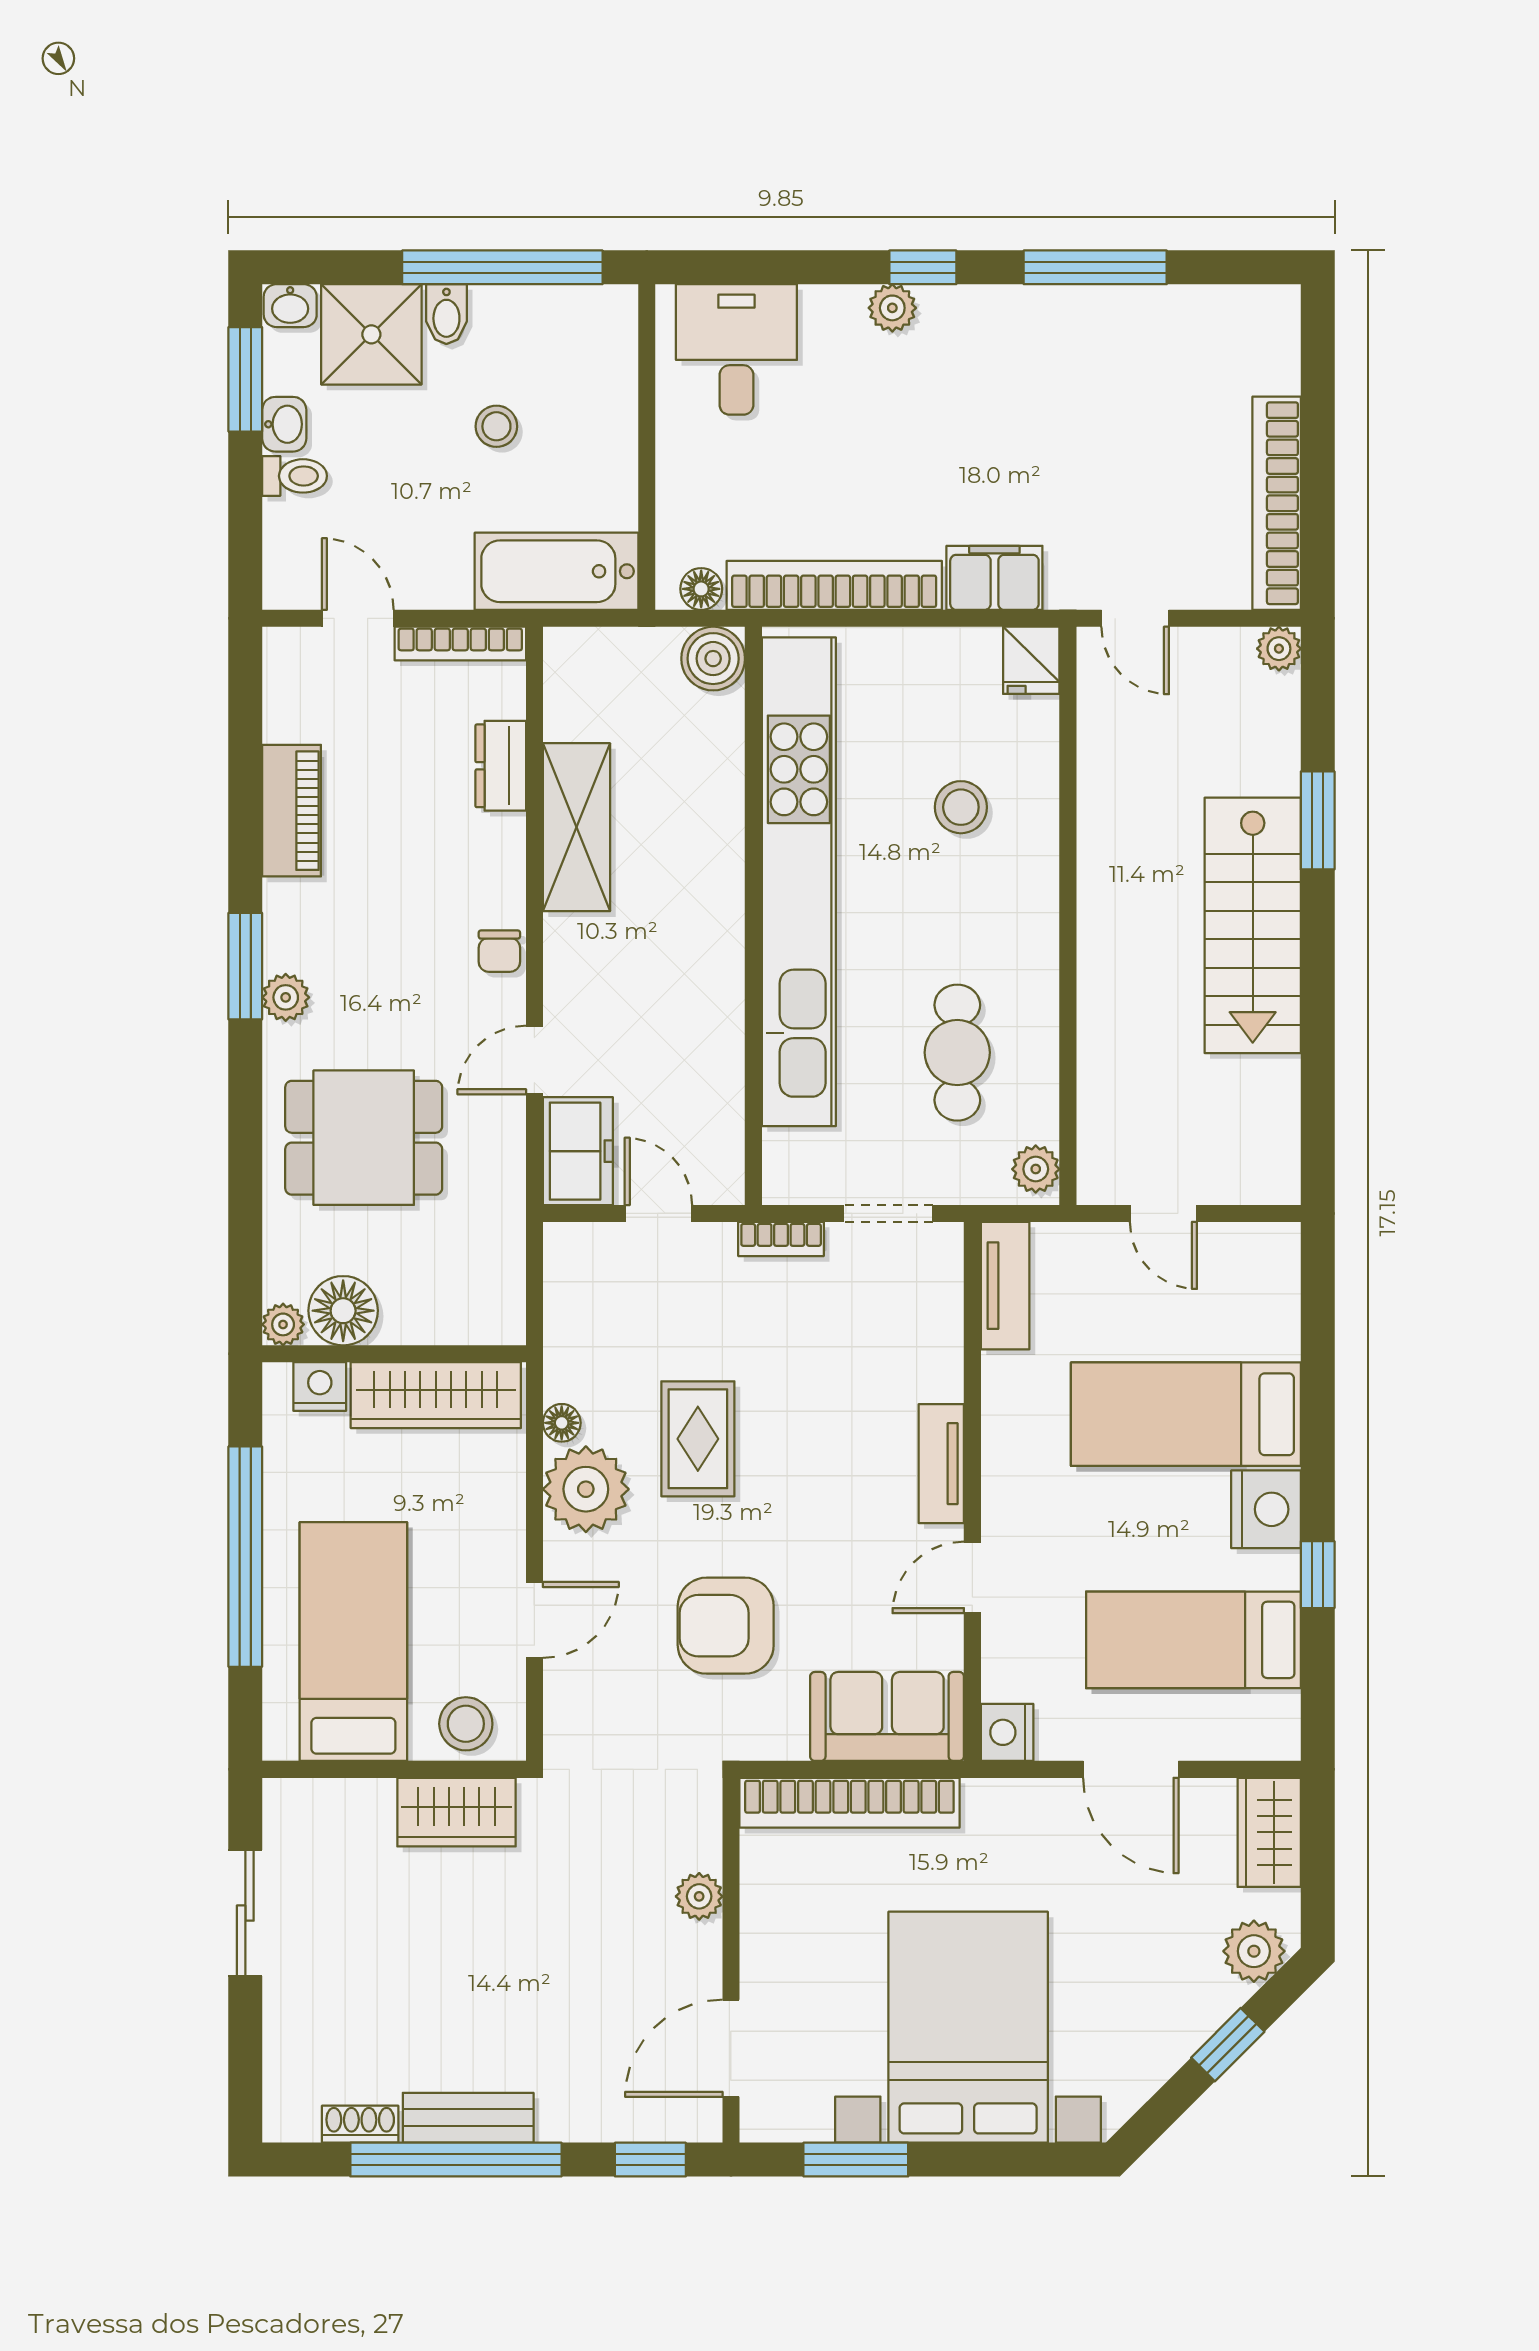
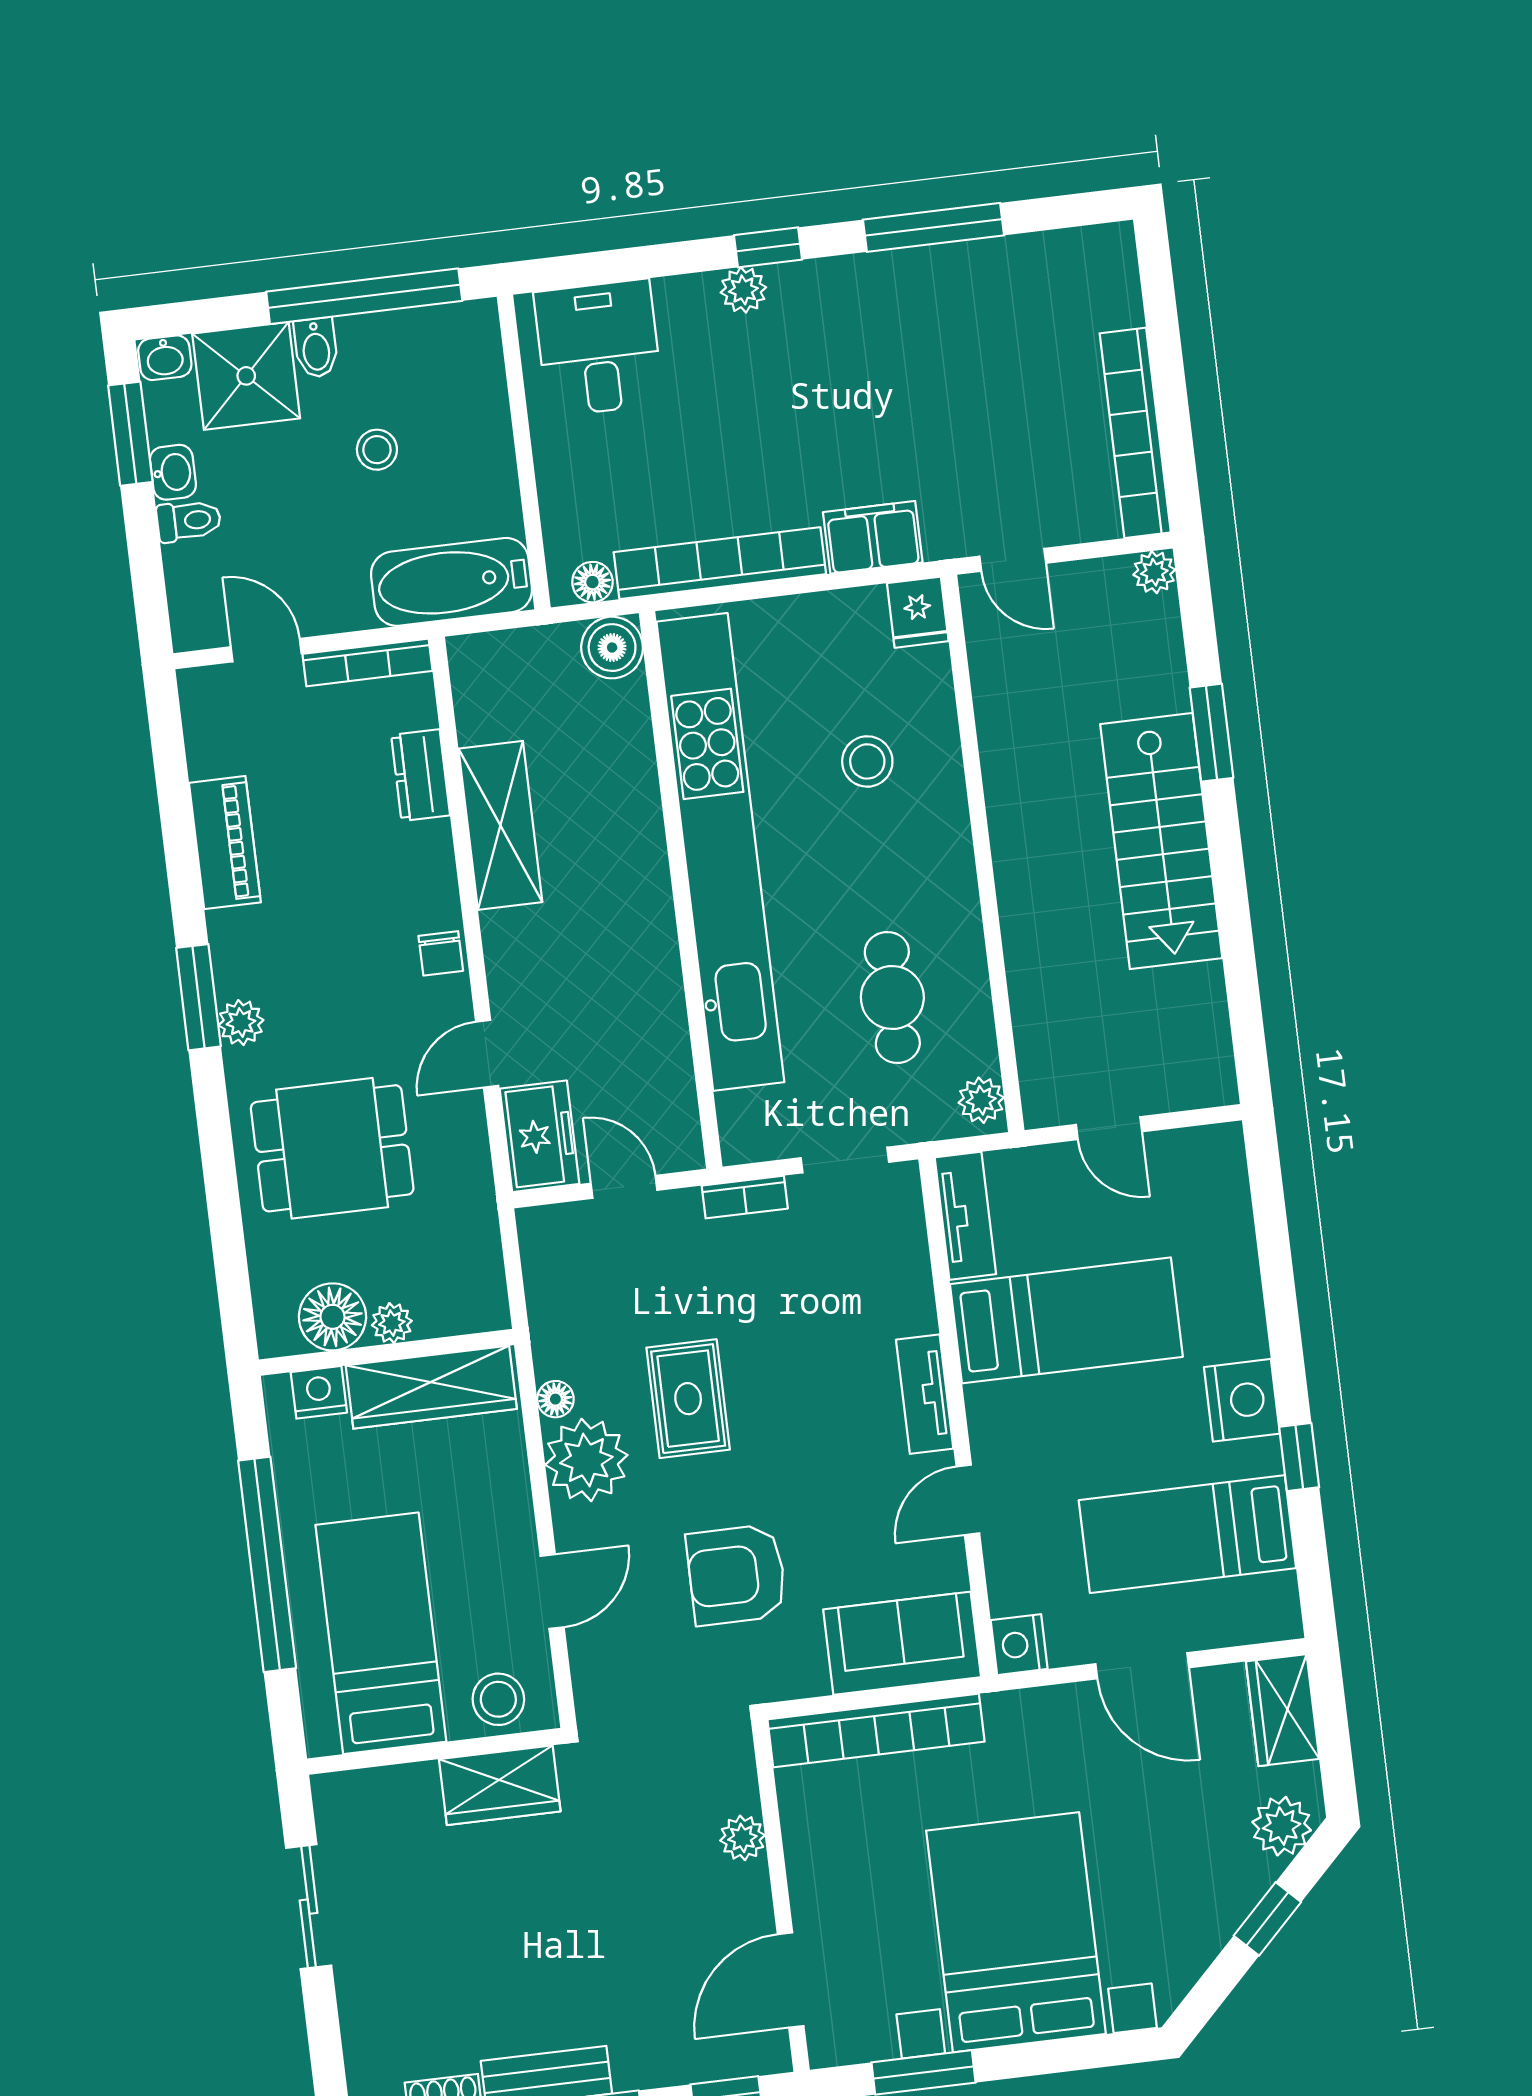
plant: (283, 1324) -> (392, 1323), moved
bed: (1186, 1414) -> (1066, 1320), moved, turned 180

